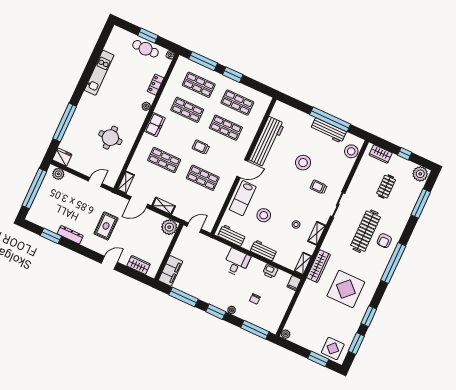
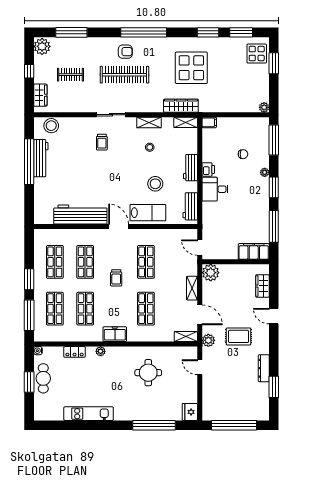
stool: (303, 163) -> (85, 169), removed
plant: (58, 174) -> (208, 340), moved
printer: (270, 271) -> (208, 169), moved

